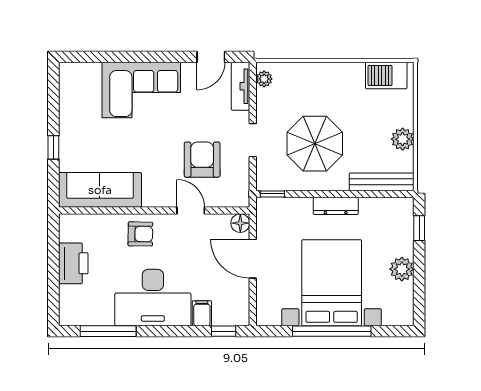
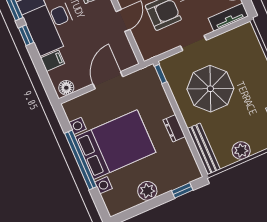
plant: (264, 79) -> (241, 32), removed
dresser: (336, 206) -> (174, 128), width x0.70
floor lamp: (240, 223) -> (66, 88), moved
window: (224, 331) -> (26, 35), moved

